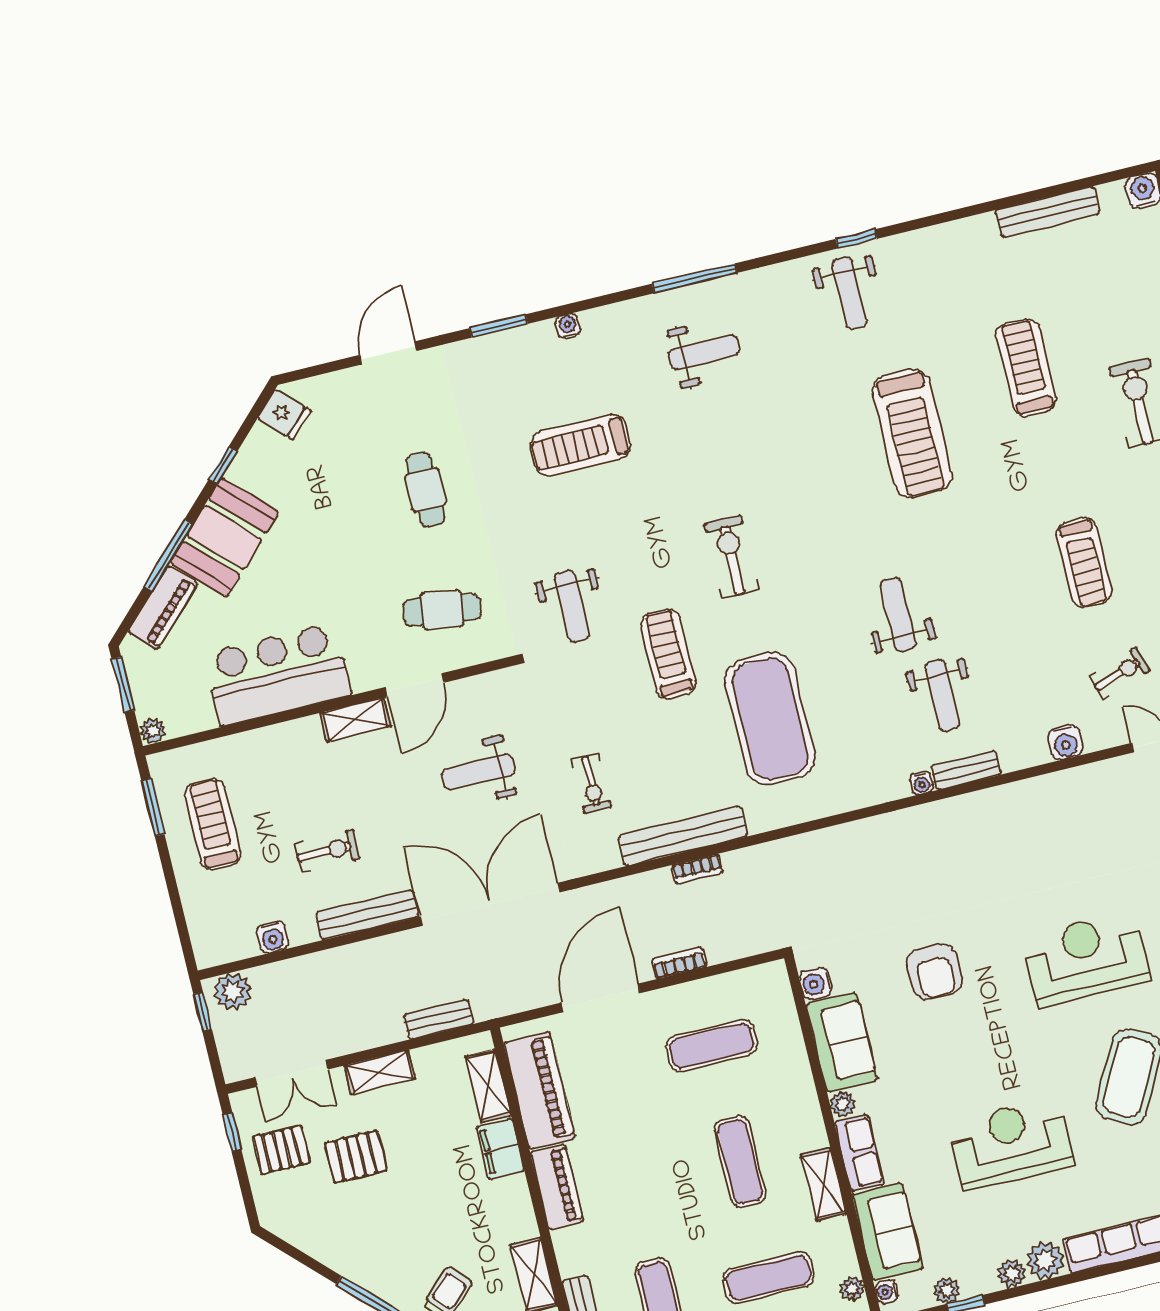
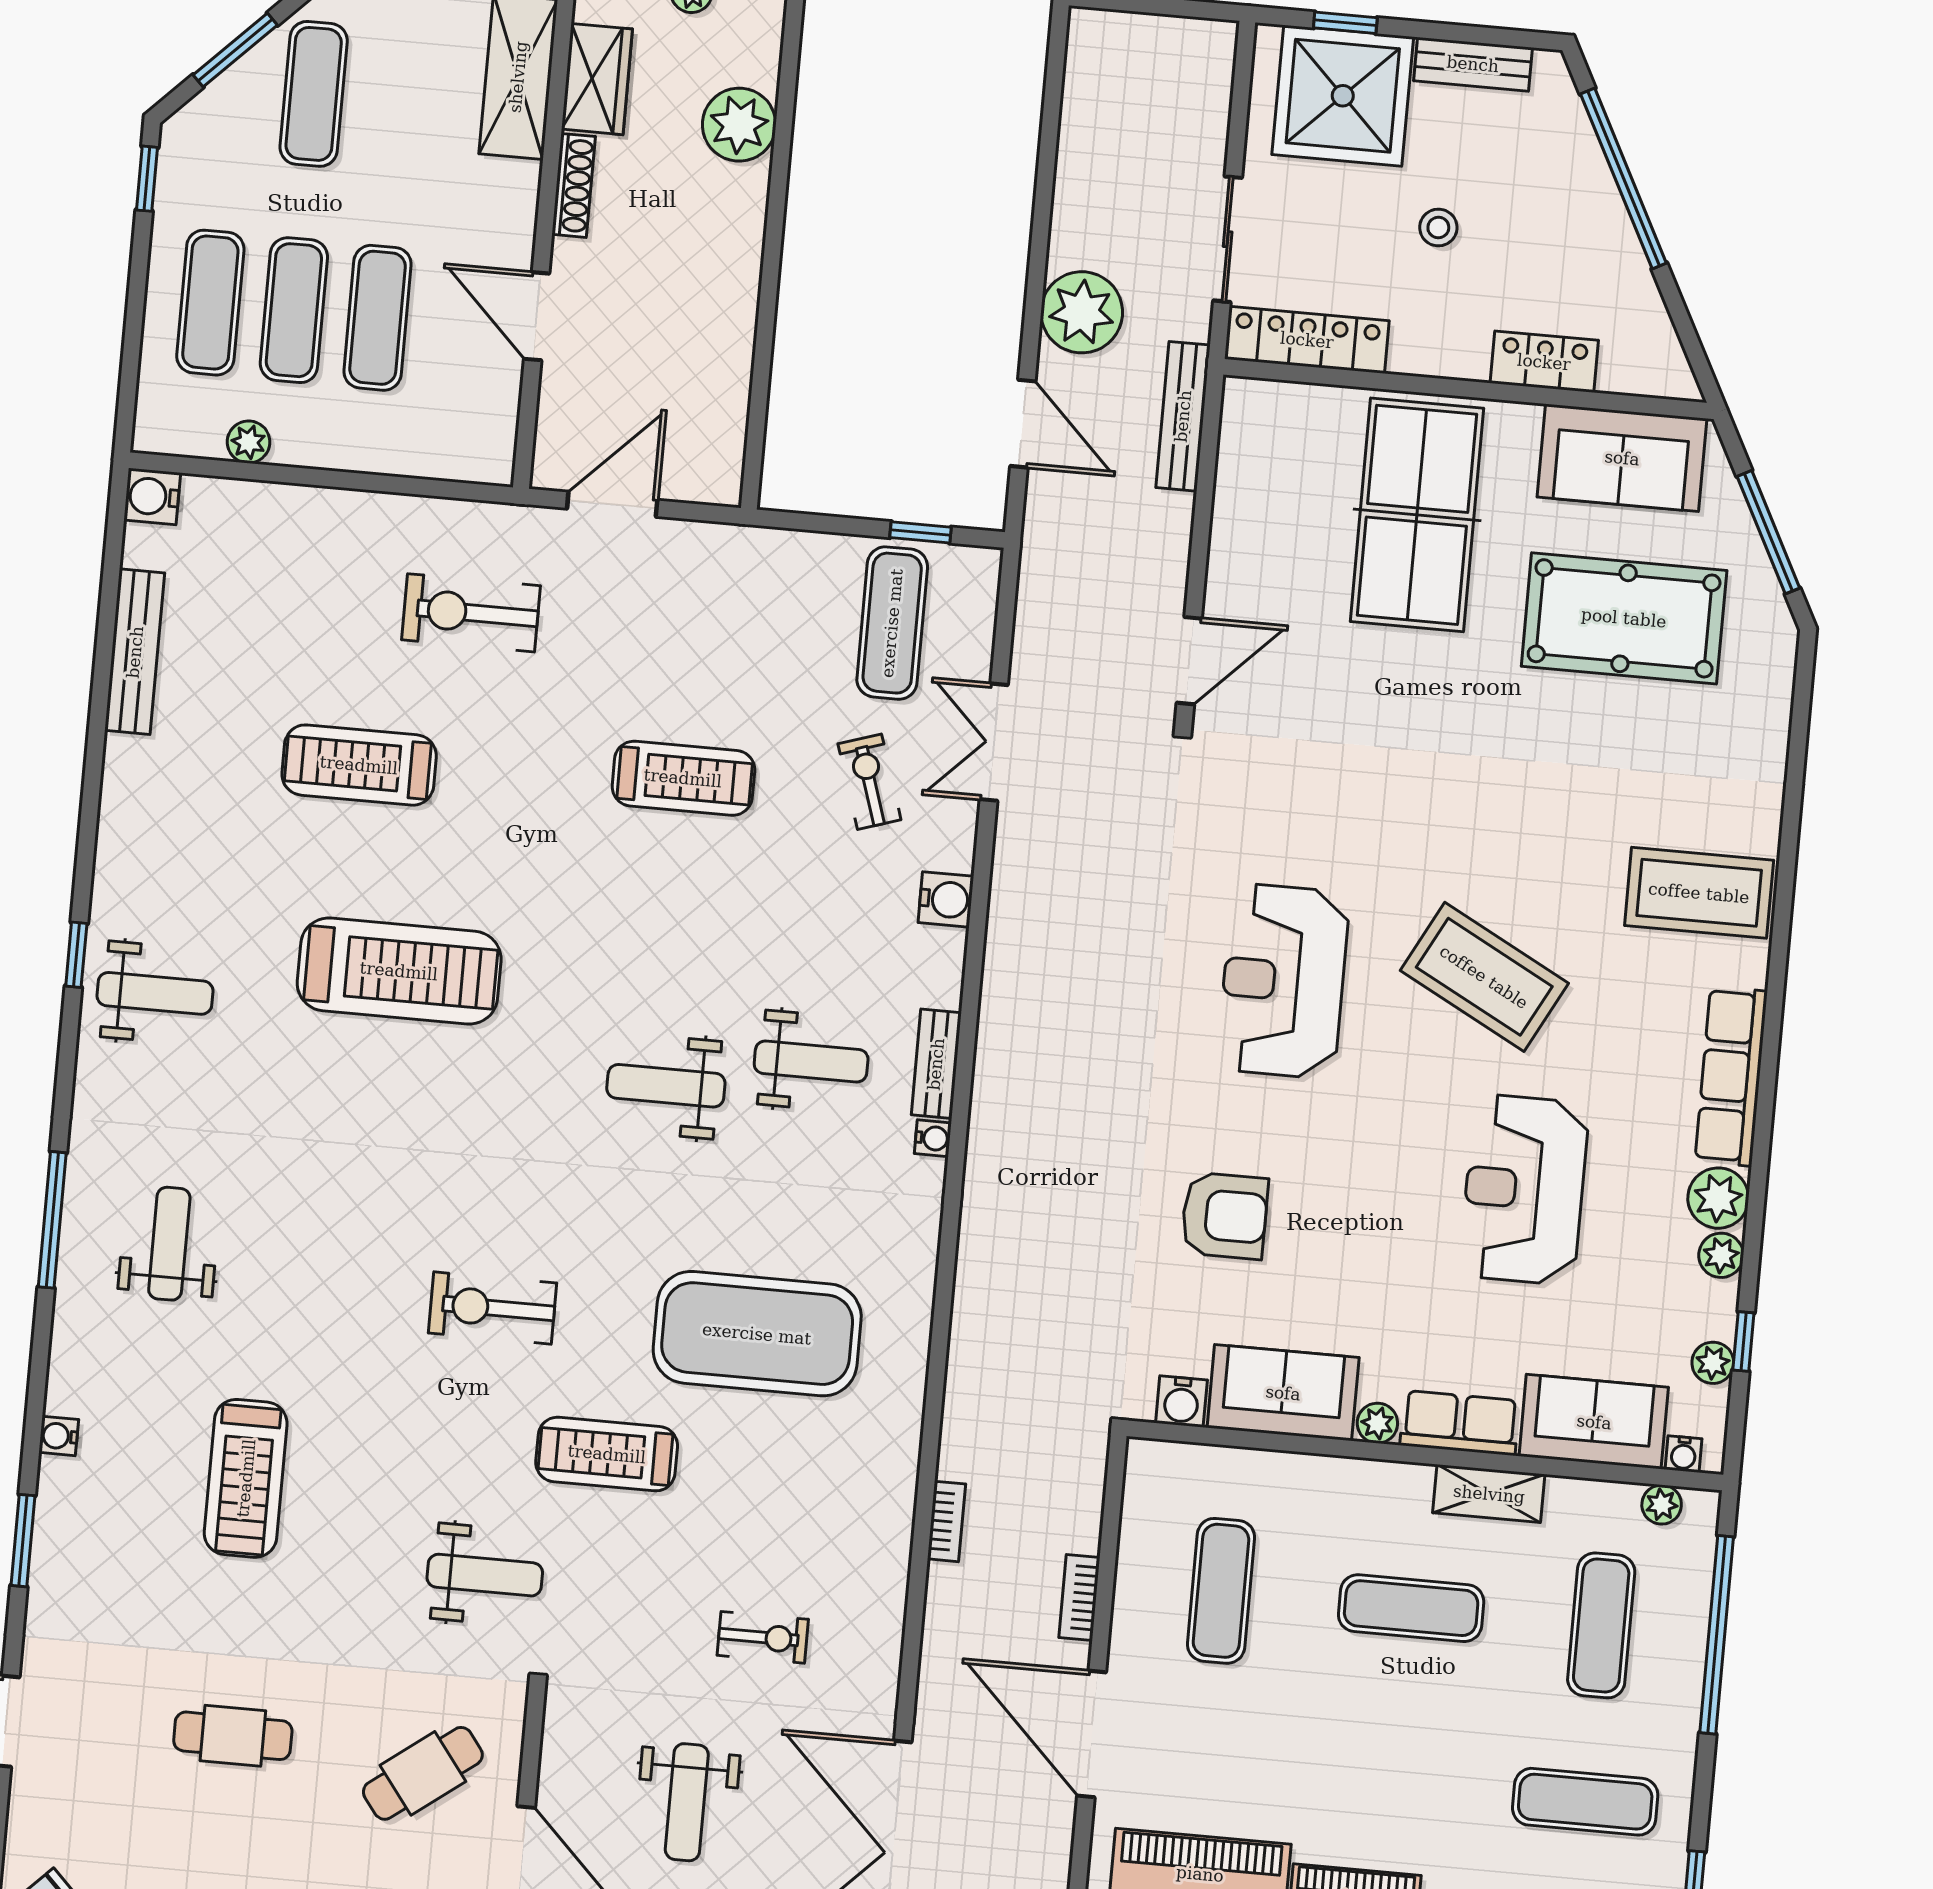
cafe table: (442, 610) -> (423, 1773), turned 45
bench: (683, 836) -> (889, 1526), removed

